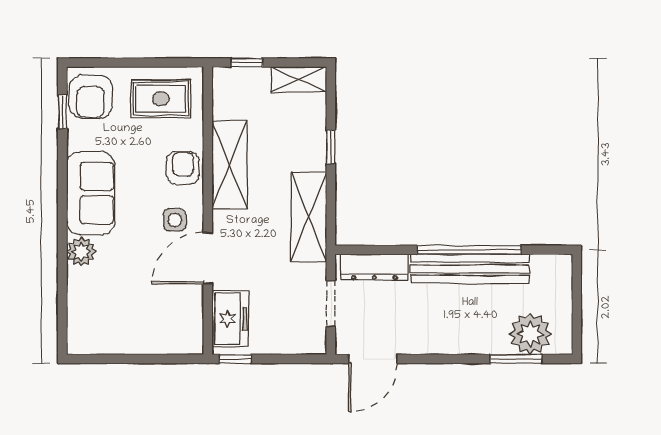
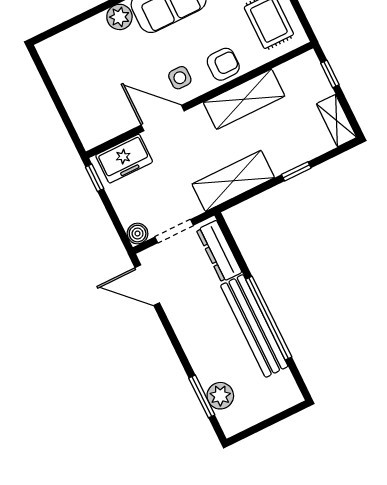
plant: (530, 334) -> (220, 396), width x0.73, depth x0.73
boiler: (315, 343) -> (138, 234), added

